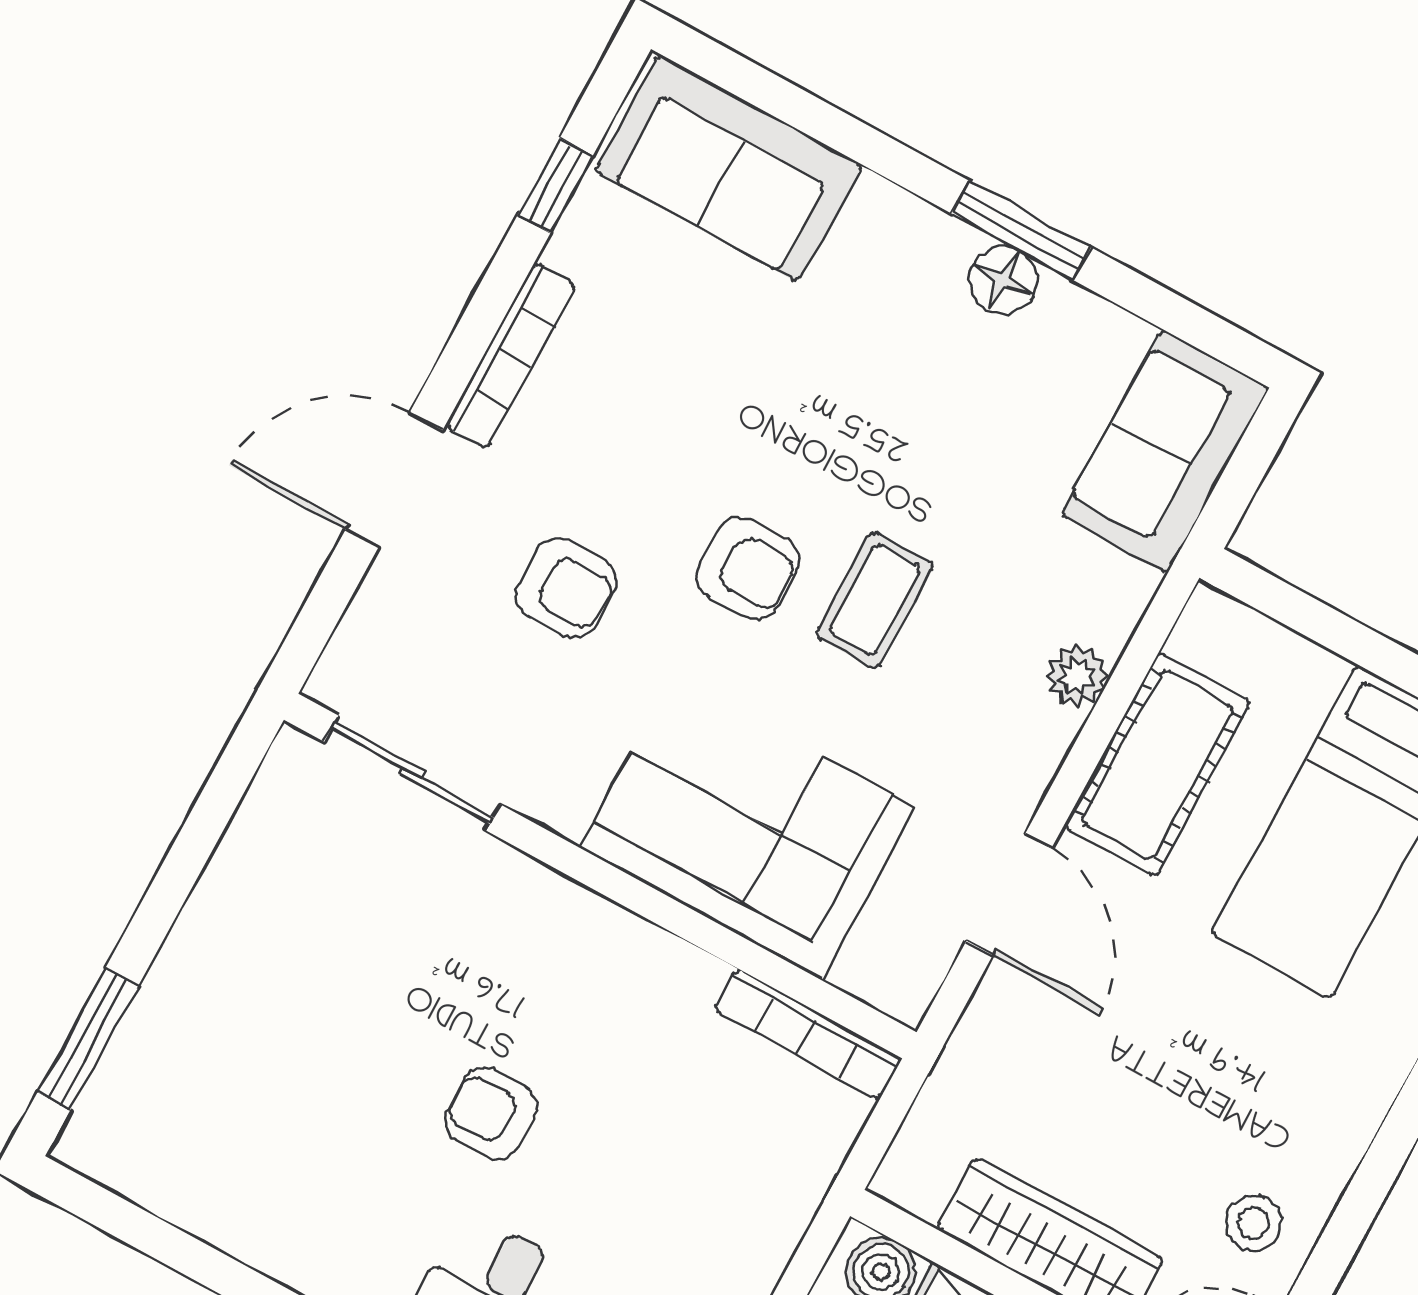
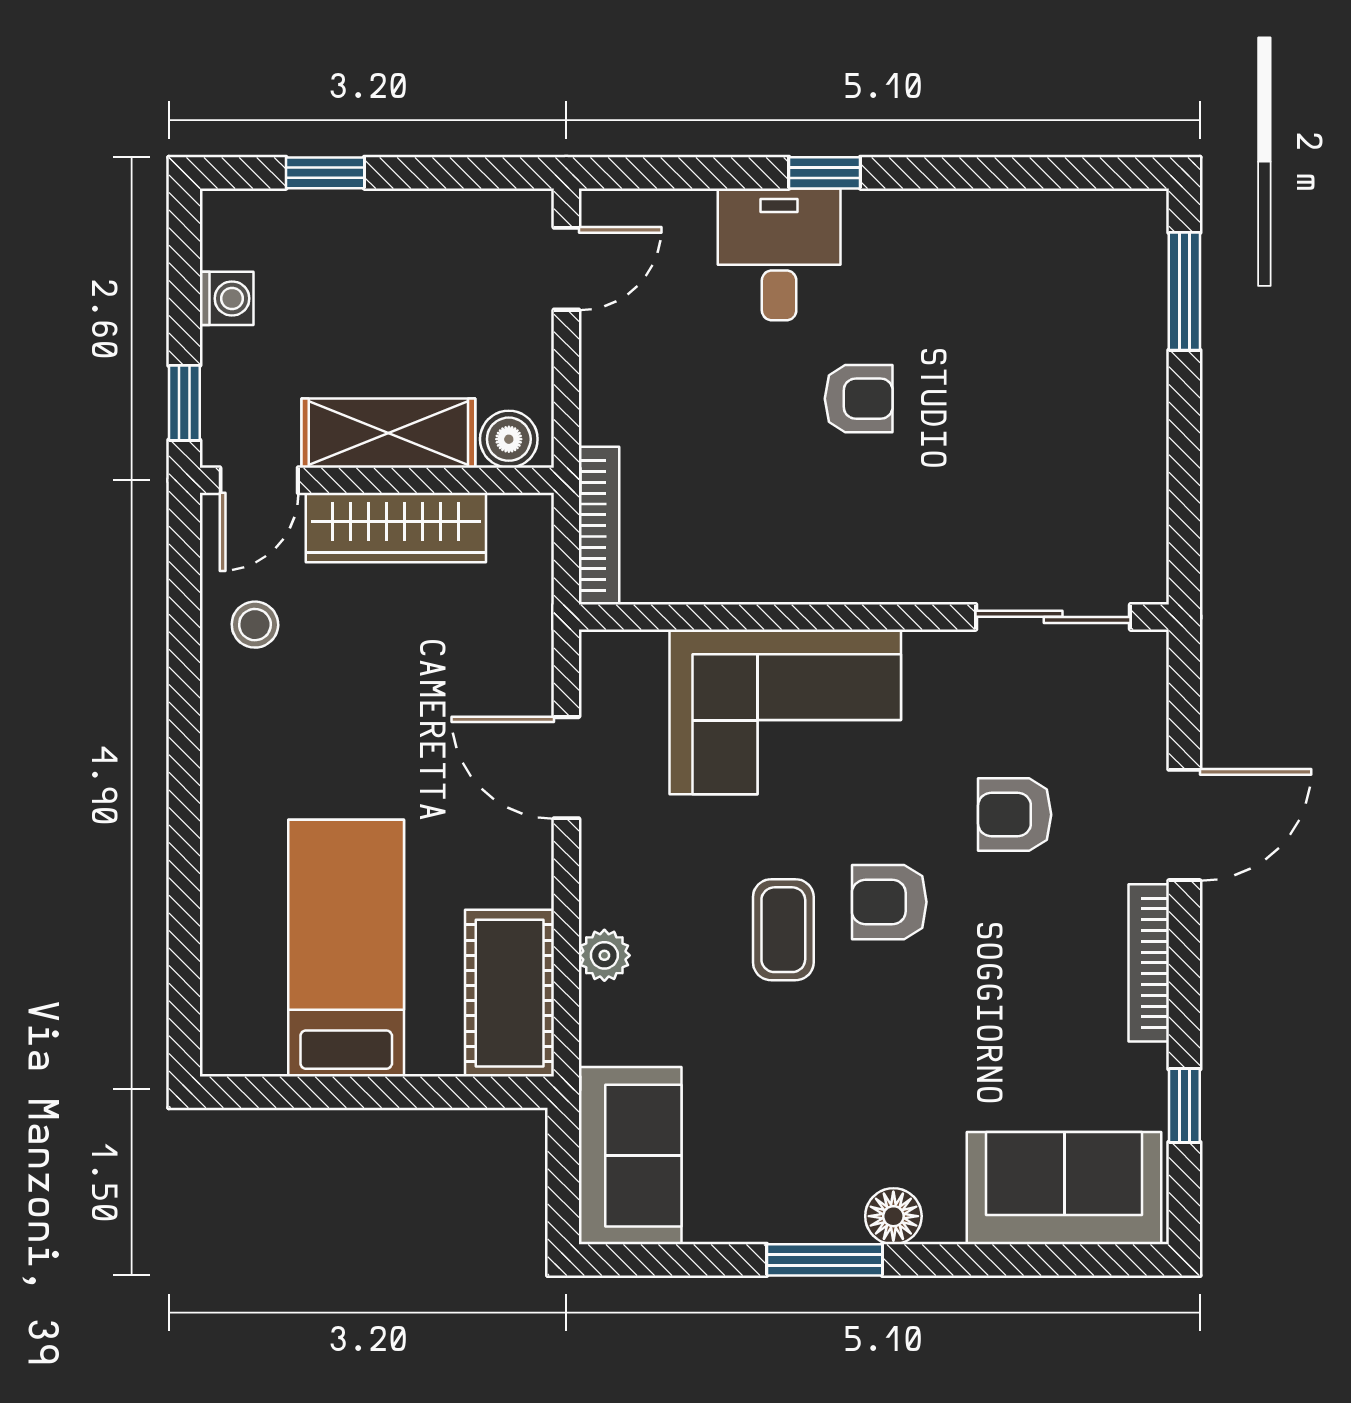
floor lamp: (1003, 280) -> (893, 1216), moved
cot: (1158, 765) -> (510, 993), moved
bookcase: (808, 1034) -> (599, 526), moved, turned 90

